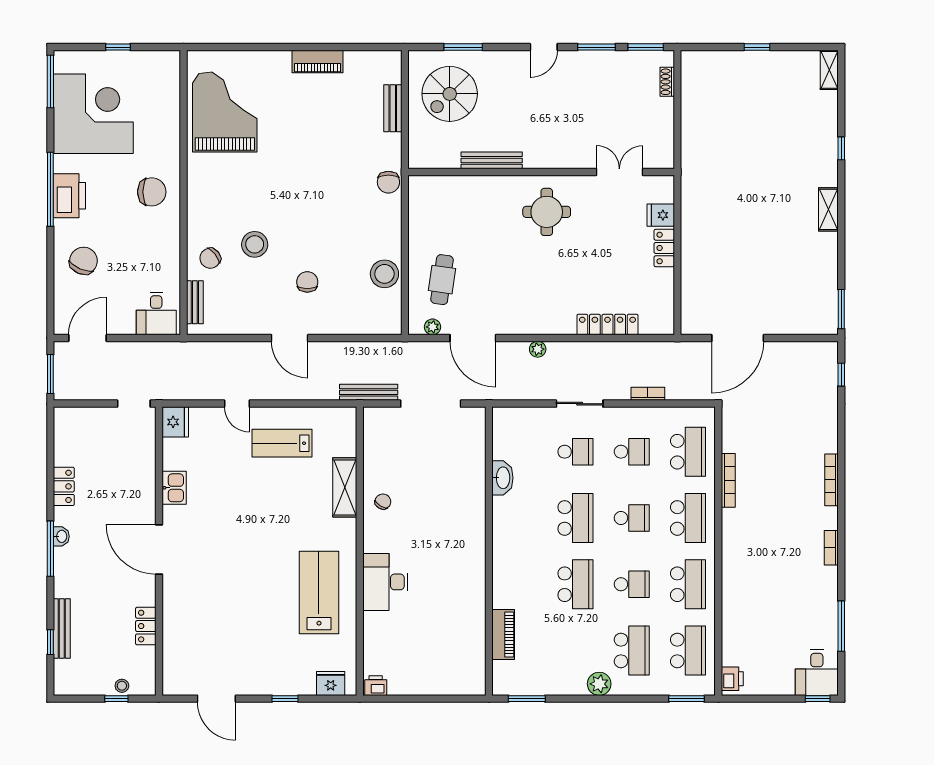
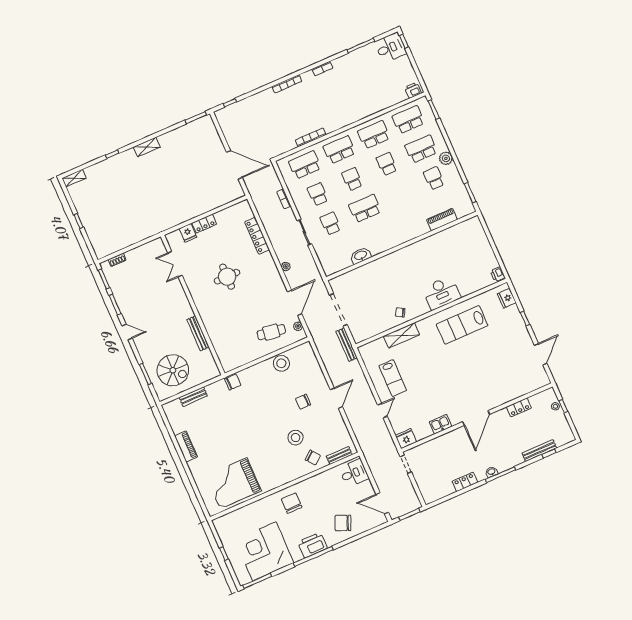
round table: (547, 212) -> (227, 277), moved
school desk: (575, 584) -> (434, 178), moved, width x0.54

